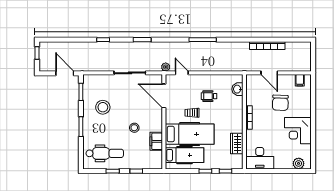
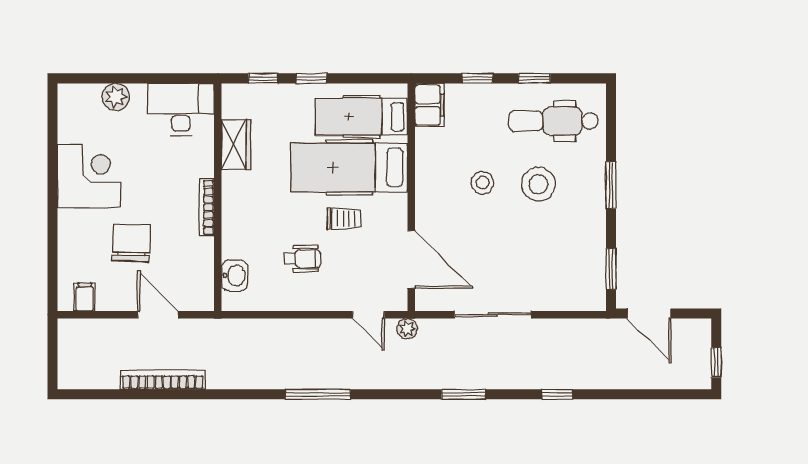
stool: (103, 107) -> (538, 184), moved
filing cabinet: (156, 141) -> (430, 105), moved
plant: (299, 163) -> (116, 97), moved

